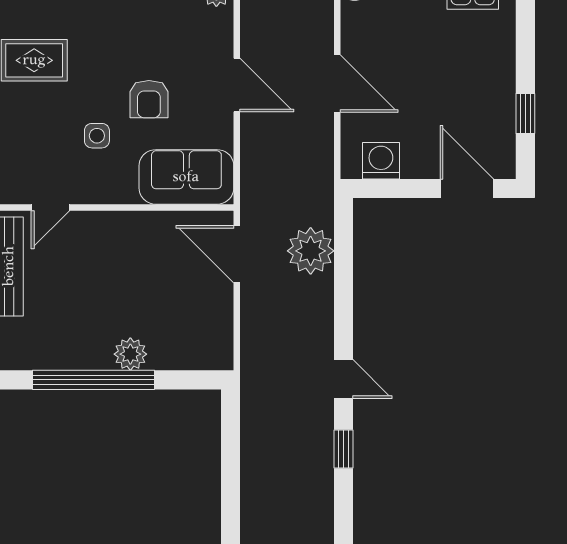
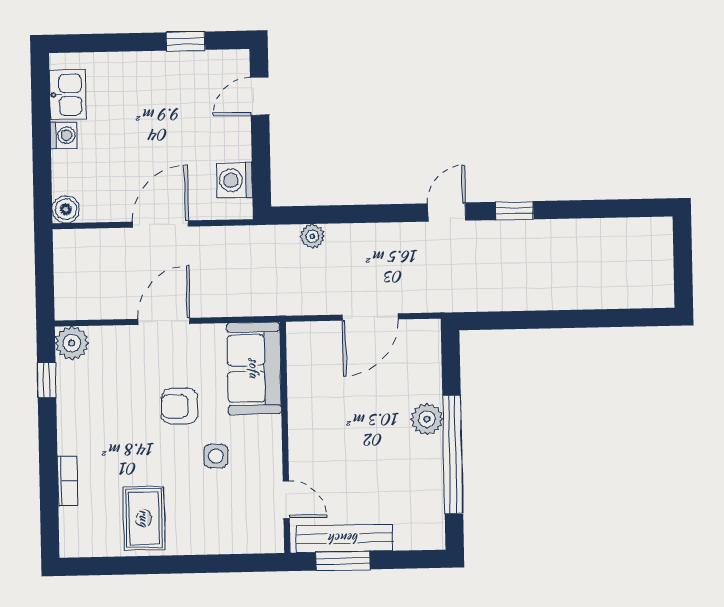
armchair: (149, 99) -> (179, 406), turned 180
door: (467, 189) -> (260, 96), width x0.73
plant: (311, 251) -> (312, 236), width x0.53, depth x0.53
door: (237, 254) -> (370, 317), moved

